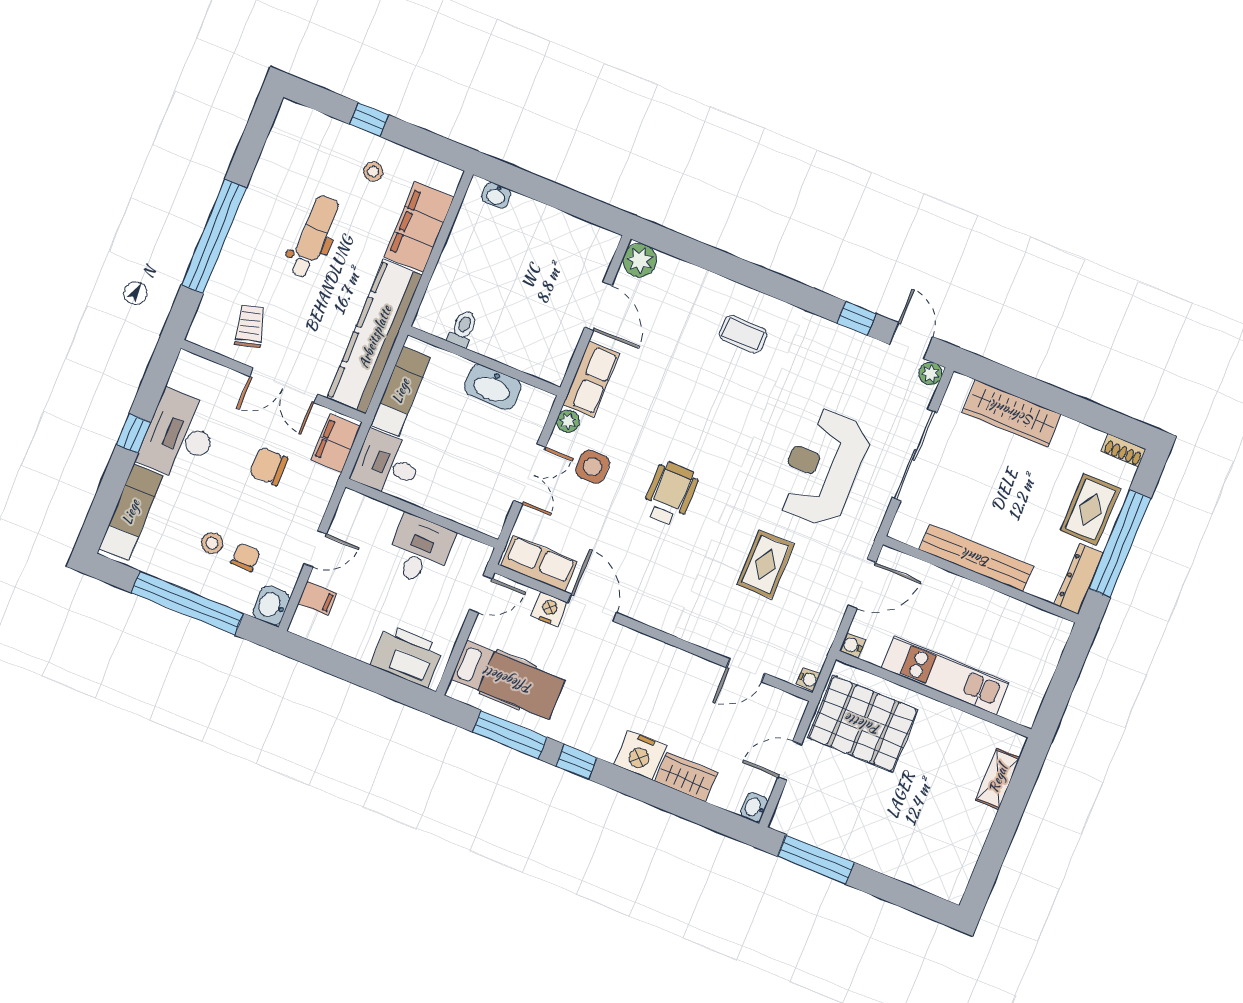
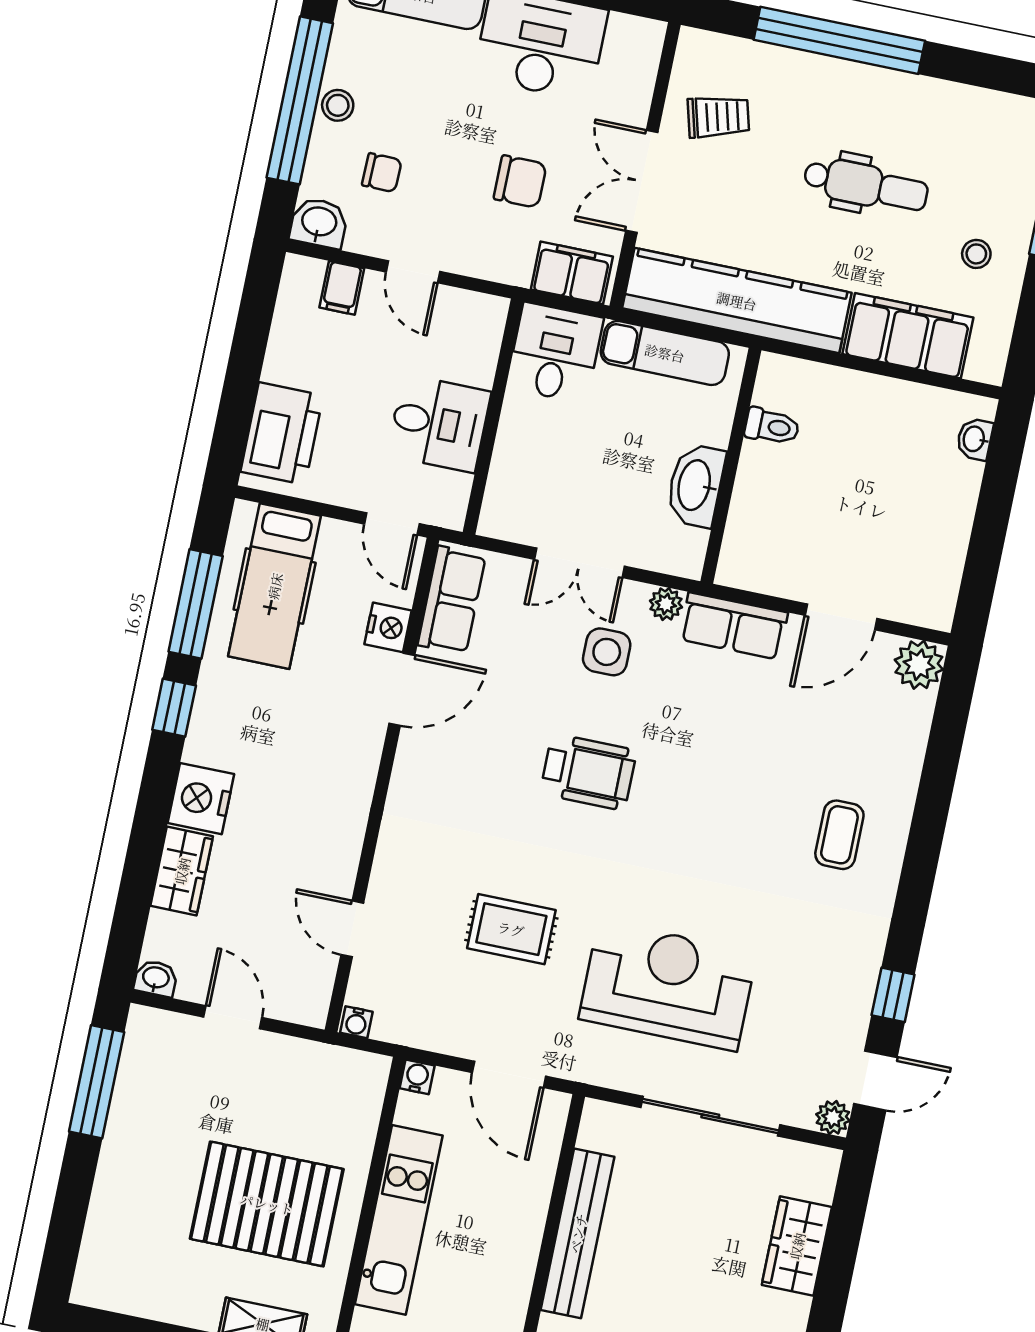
wardrobe: (1012, 413) -> (797, 1246), width x0.67
chair: (269, 466) -> (520, 181), turned 90
stool: (212, 543) -> (338, 105), moved
pallet: (863, 724) -> (267, 1204), moved, turned 90

